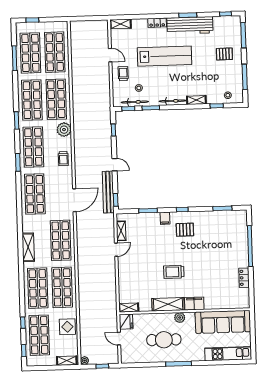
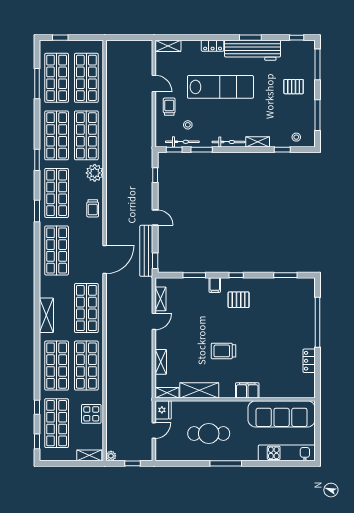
shelving: (123, 282) -> (161, 362), added
shelving: (168, 304) -> (199, 390), moved
plant: (180, 318) -> (229, 407), removed
door: (119, 339) -> (154, 430), swing flipped

